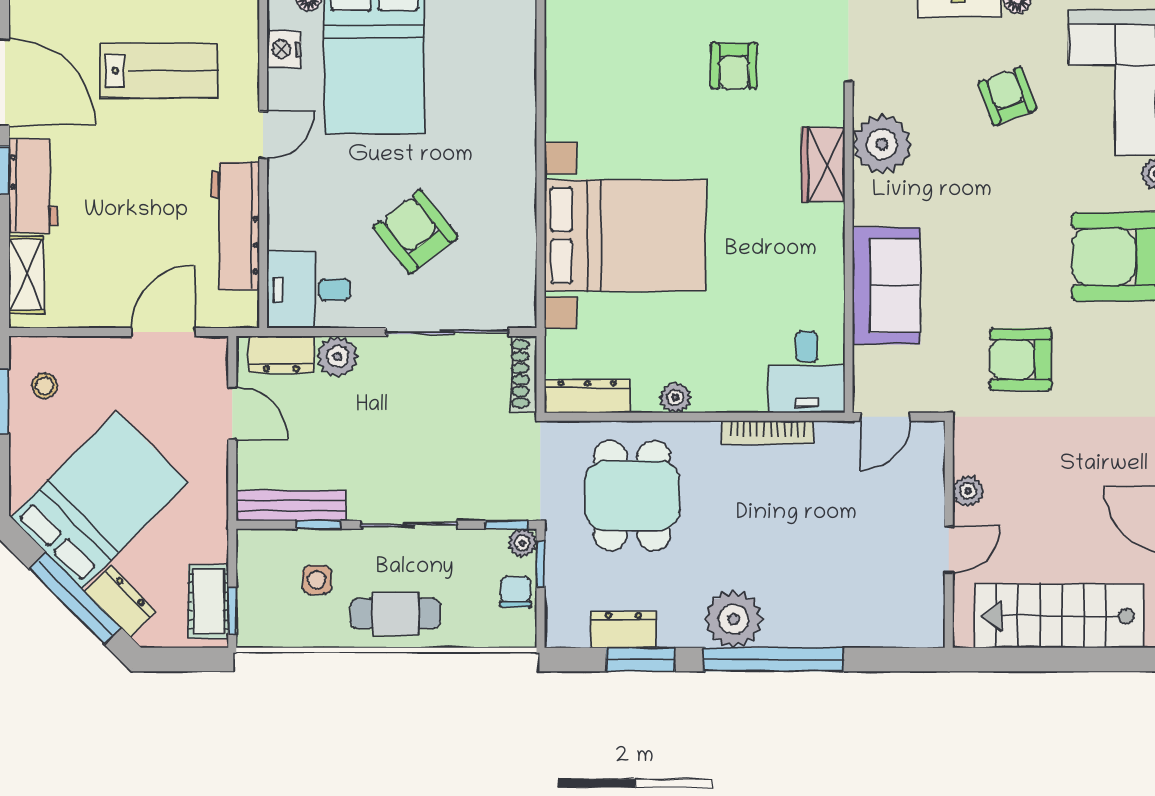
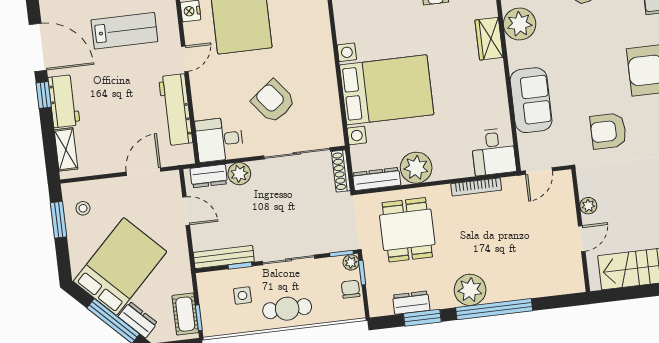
plant: (675, 398) -> (416, 168), width x1.87, depth x1.87

